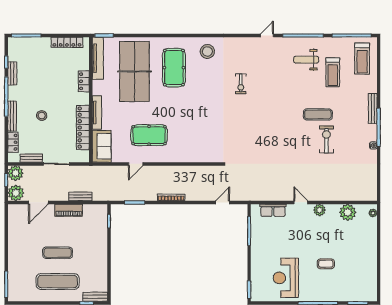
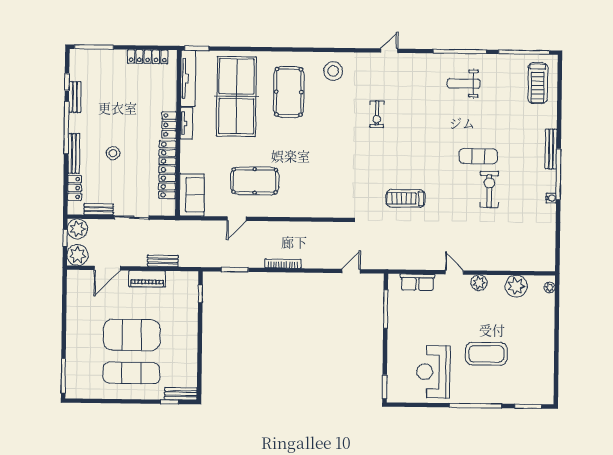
door: (267, 36) -> (389, 51), moved
treadmill: (333, 72) -> (406, 199), moved, turned 90
locker: (84, 81) -> (169, 125), moved
tv unit: (97, 113) -> (186, 123), moved, width x0.71
exercise mat: (58, 253) -> (132, 335), width x2.00, depth x1.45
coffee table: (326, 264) -> (486, 354), width x1.86, depth x1.72

